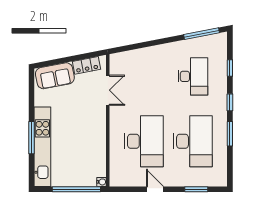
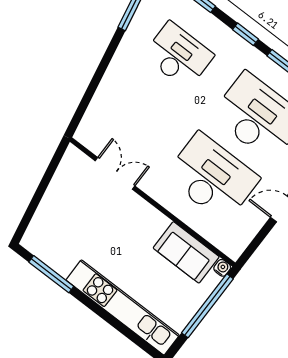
locker: (86, 65) -> (64, 176), removed
sofa: (55, 76) -> (186, 252), moved, turned 101
window: (31, 138) -> (51, 274), moved

